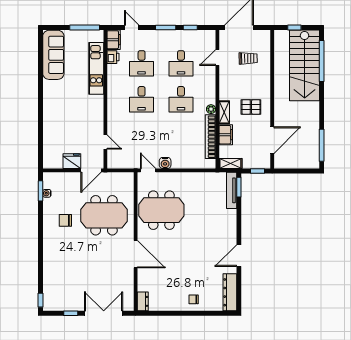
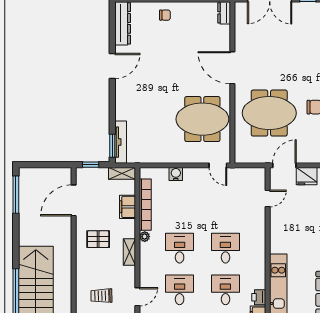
shelving: (224, 112) -> (129, 252), moved
door: (105, 142) -> (268, 198), swing flipped
water cooler: (165, 163) -> (176, 174), moved

